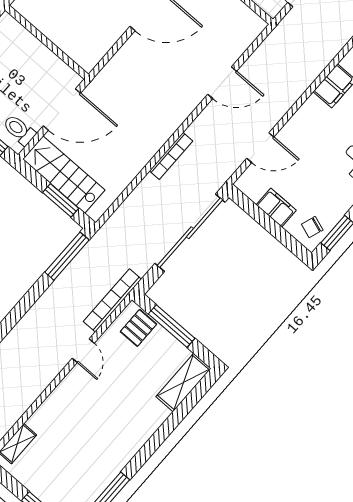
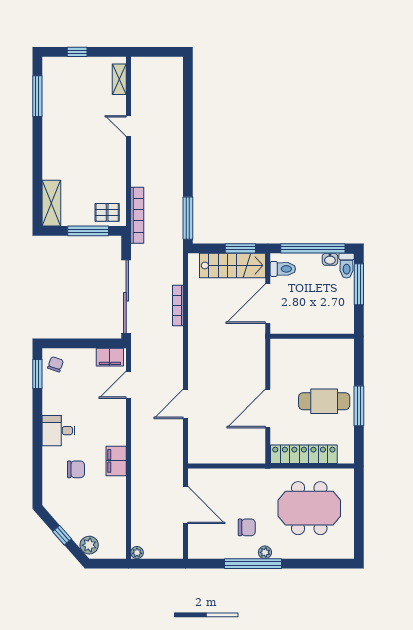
bookcase: (171, 156) -> (178, 306), moved
window: (61, 200) -> (240, 248), moved
filing cabinet: (276, 208) -> (110, 357), moved
pallet: (138, 328) -> (107, 212), turned 90
door: (83, 351) -> (128, 126), moved

